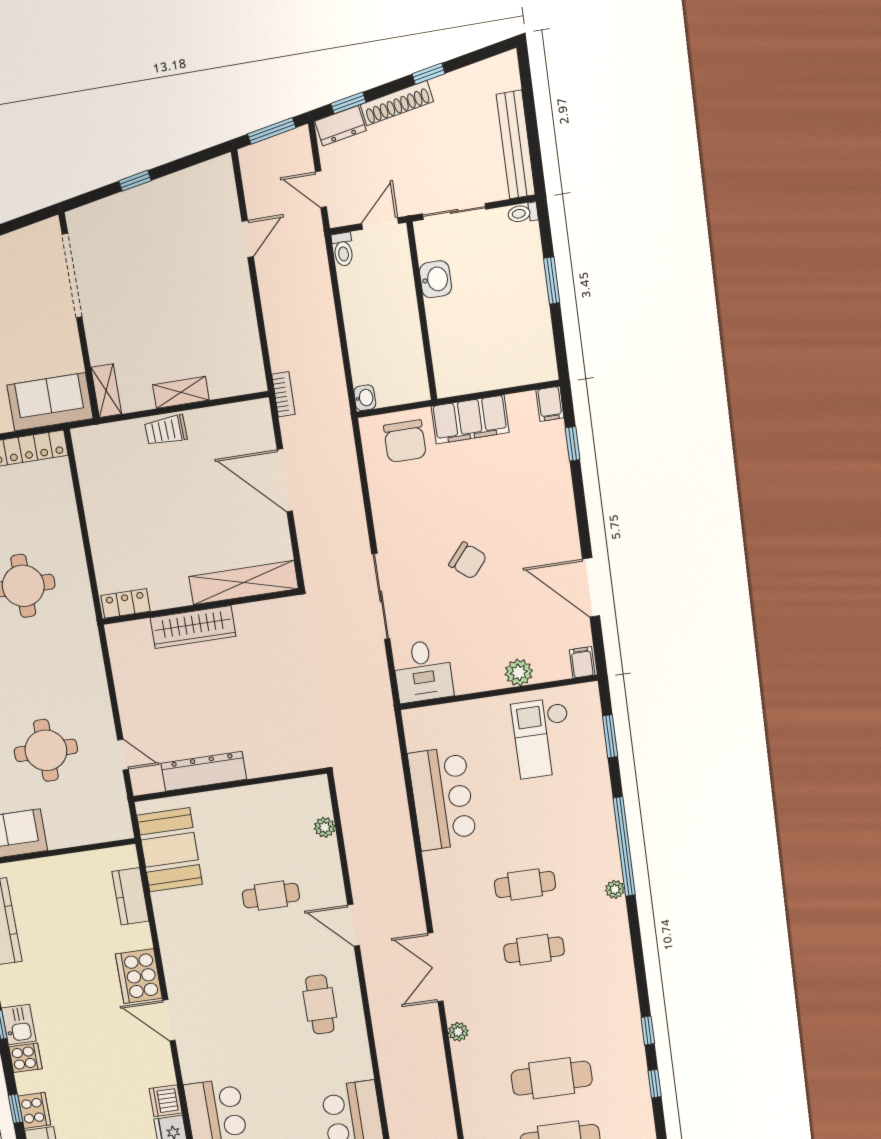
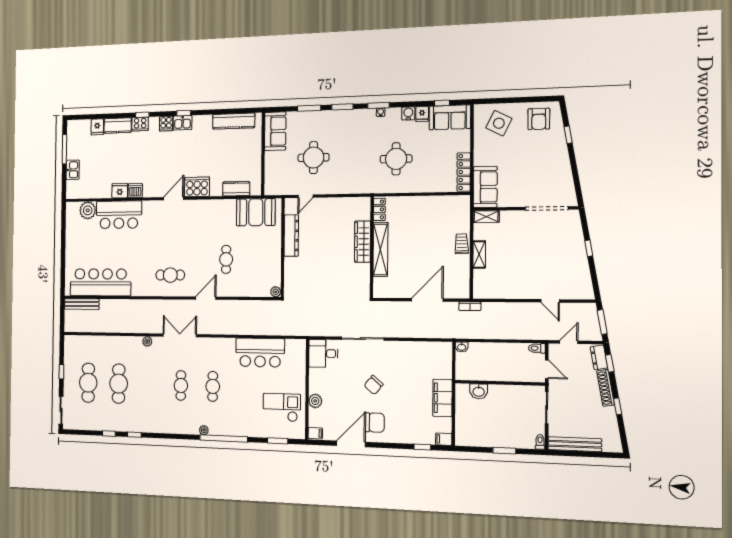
washbasin: (435, 279) -> (479, 391), moved
chair: (405, 441) -> (375, 422), moved, turned 180
shelving: (244, 583) -> (380, 249), moved
plant: (325, 827) -> (276, 292), moved

